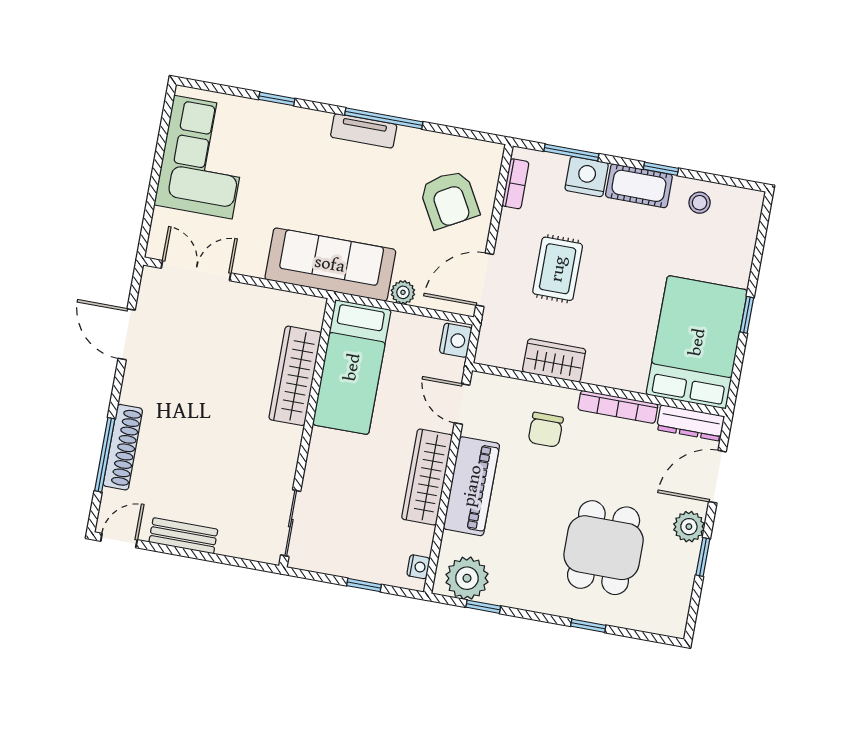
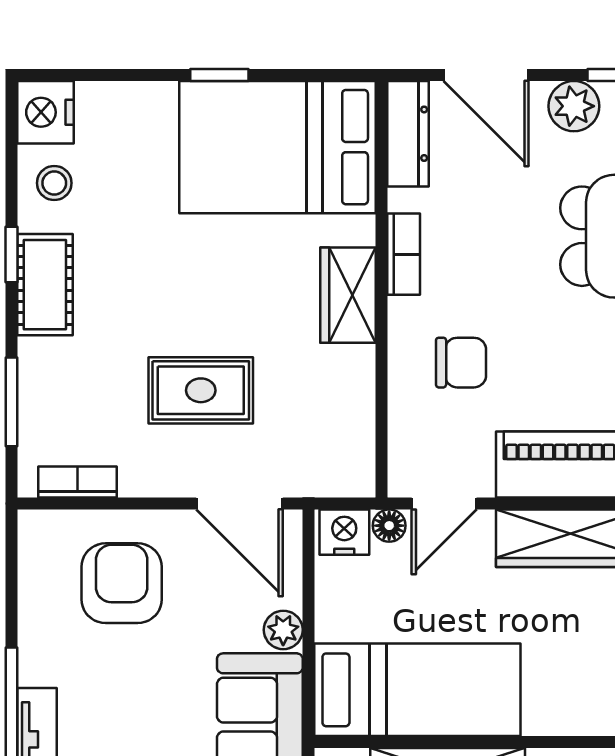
nightstand: (587, 177) -> (45, 112), moved
armchair: (449, 199) -> (122, 583), turned -61
wardrobe: (554, 360) -> (348, 295), moved
floor lamp: (455, 368) -> (389, 526), added
bookcase: (618, 407) -> (404, 254), width x0.64

